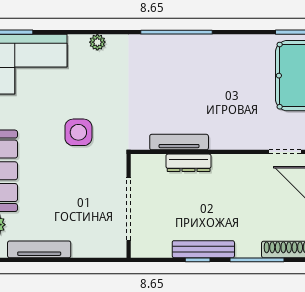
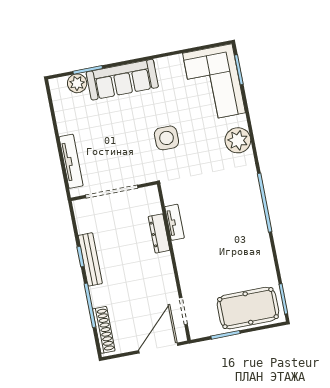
plant: (97, 42) -> (238, 140), width x1.88, depth x1.88
tv unit: (179, 142) -> (175, 222), width x0.71
tv unit: (39, 249) -> (71, 161), moved

